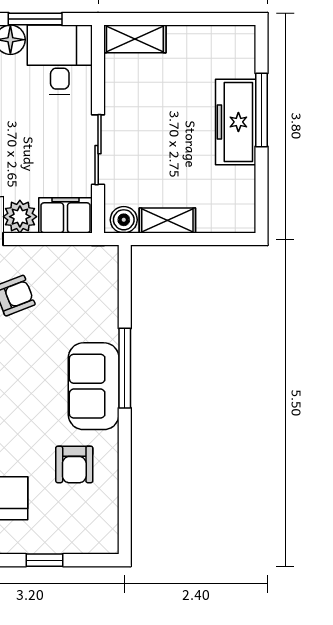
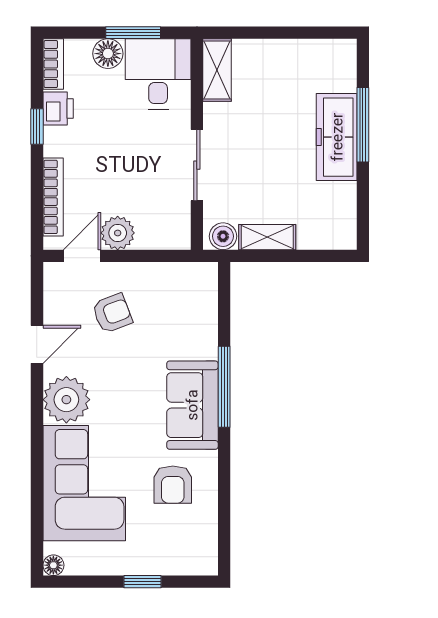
shelving: (135, 39) -> (217, 70), moved, turned 90
filing cabinet: (65, 215) -> (164, 232), removed

